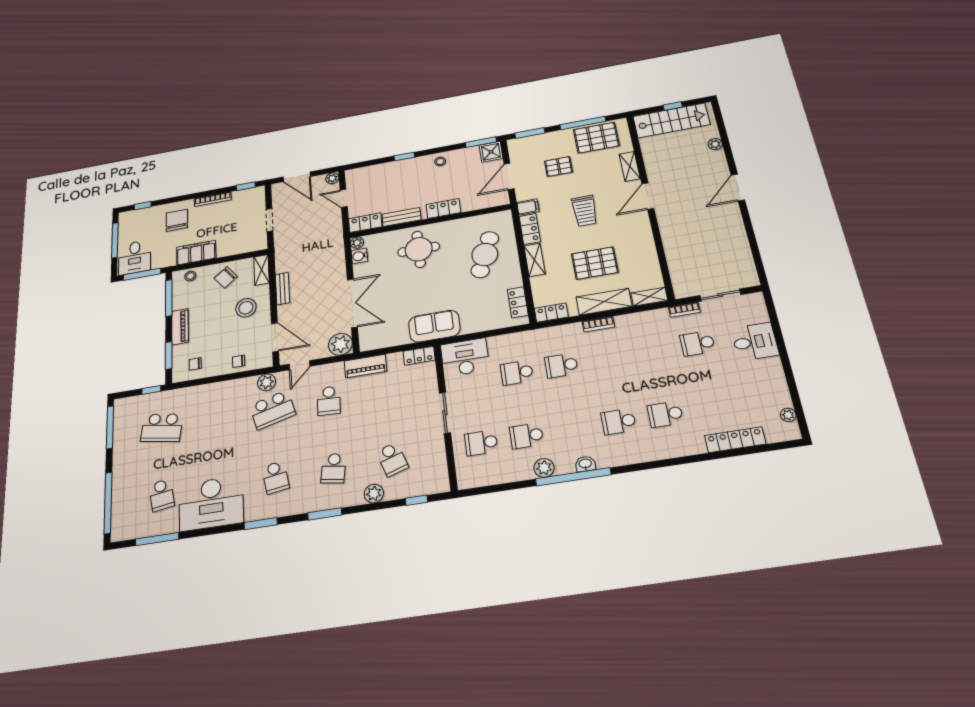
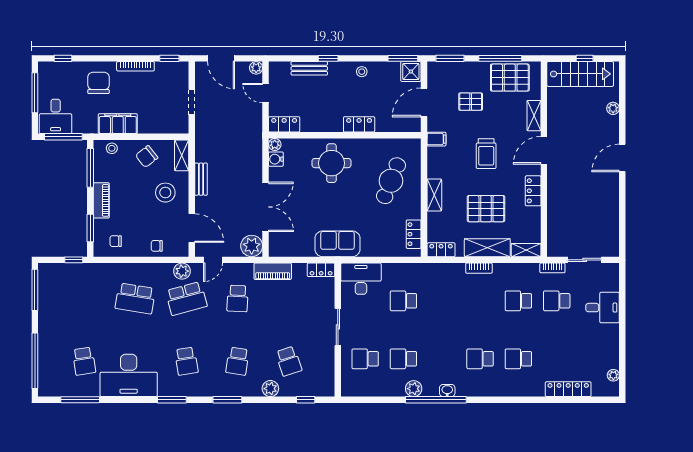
bench: (401, 217) -> (309, 68), moved
locker: (530, 229) -> (533, 191), moved, turned 180
school desk: (561, 365) -> (518, 301), moved
school desk: (162, 428) -> (135, 298), moved

